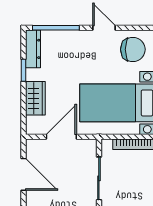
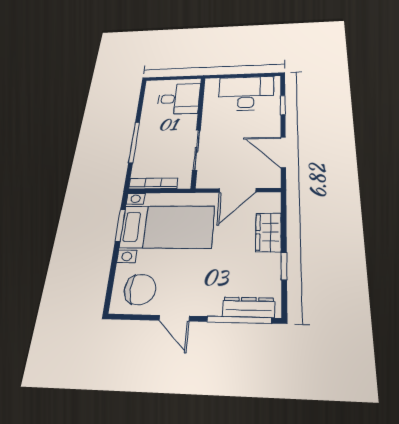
dresser: (33, 49) -> (249, 307), moved, turned 90
chair: (133, 49) -> (140, 289), turned 180

